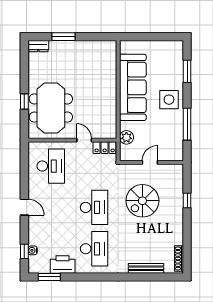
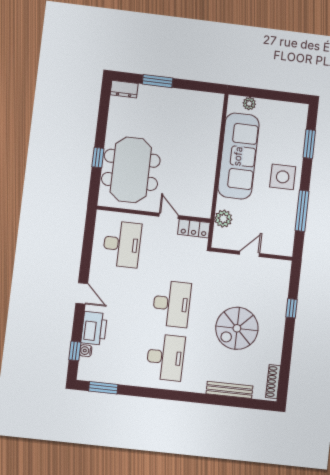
plant: (137, 45) -> (249, 104), added
spiral stairs: (142, 201) -> (237, 328), moved
printer: (63, 264) -> (94, 328), moved, turned 90

